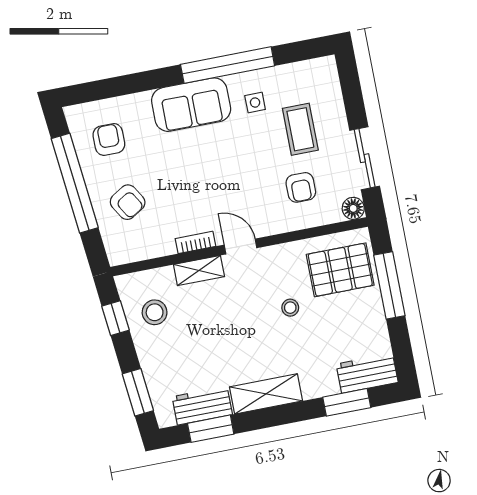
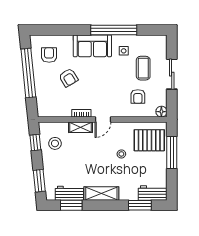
sliding door: (365, 158) -> (172, 74), moved
armchair: (128, 202) -> (68, 78), moved
door: (241, 246) -> (103, 119), swing flipped

